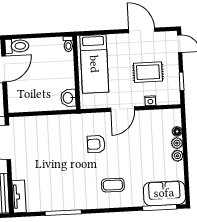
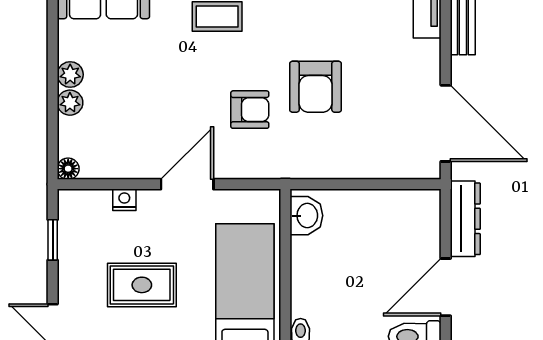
rug: (148, 72) -> (142, 285), moved
floor lamp: (177, 131) -> (68, 169), moved
armchair: (67, 156) -> (316, 87), added

